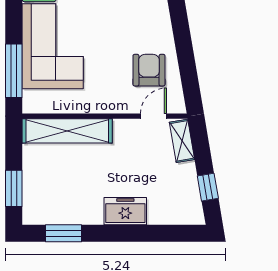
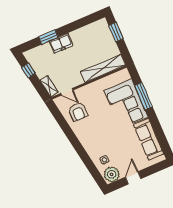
window: (14, 71) -> (144, 96), moved
door: (153, 116) -> (67, 92), hinge flipped
window: (63, 233) -> (48, 37), moved

